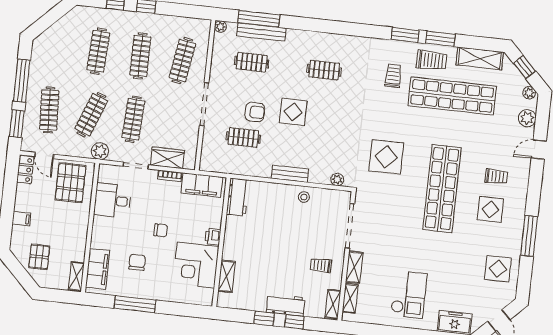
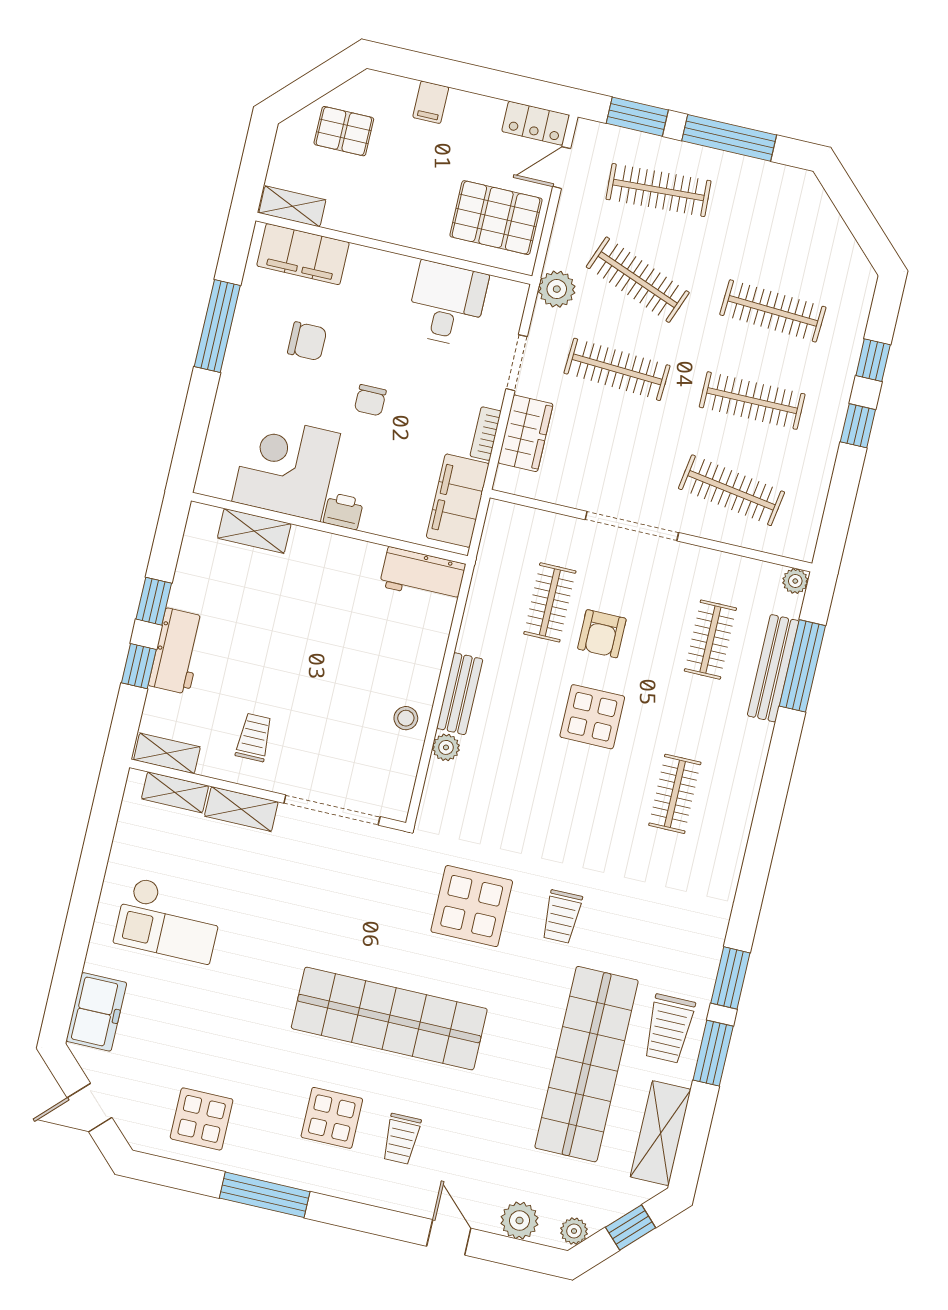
trolley: (393, 76) -> (562, 917), moved, turned 90
plant: (337, 180) -> (446, 747), moved

